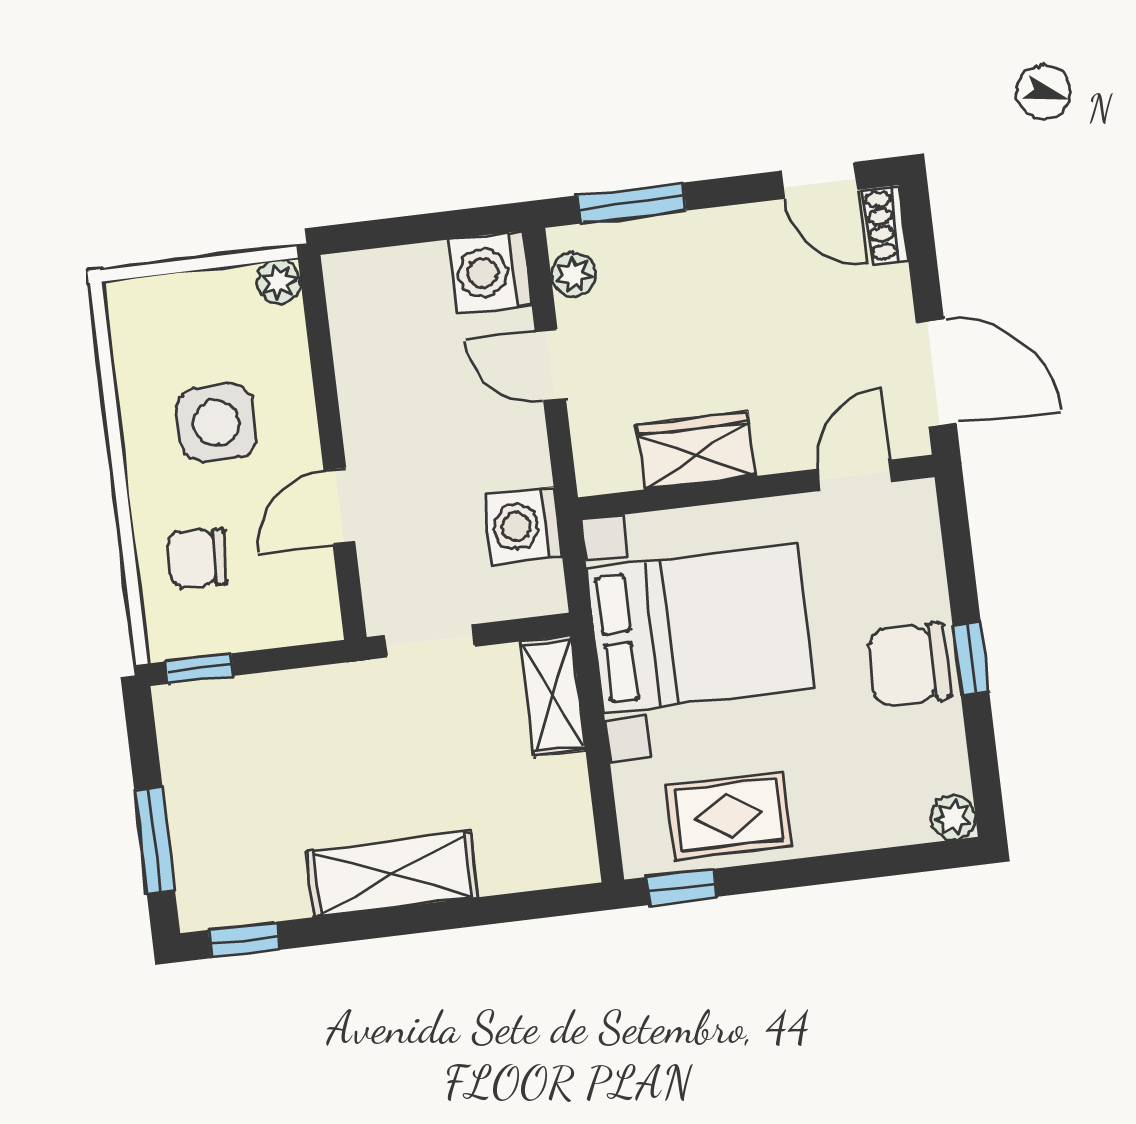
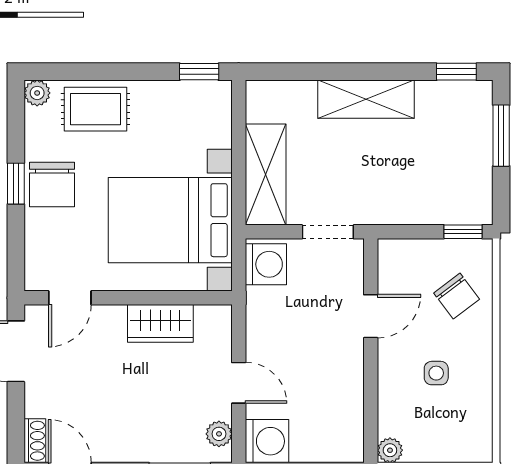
side table: (216, 423) -> (436, 373), width x0.54, depth x0.54
washing machine: (523, 526) -> (266, 264), moved
chair: (197, 558) -> (457, 296), turned 49
chair: (909, 664) -> (52, 185), turned 90
shelving: (553, 696) -> (266, 174), width x1.50, depth x1.33
rug: (729, 815) -> (95, 109), moved

